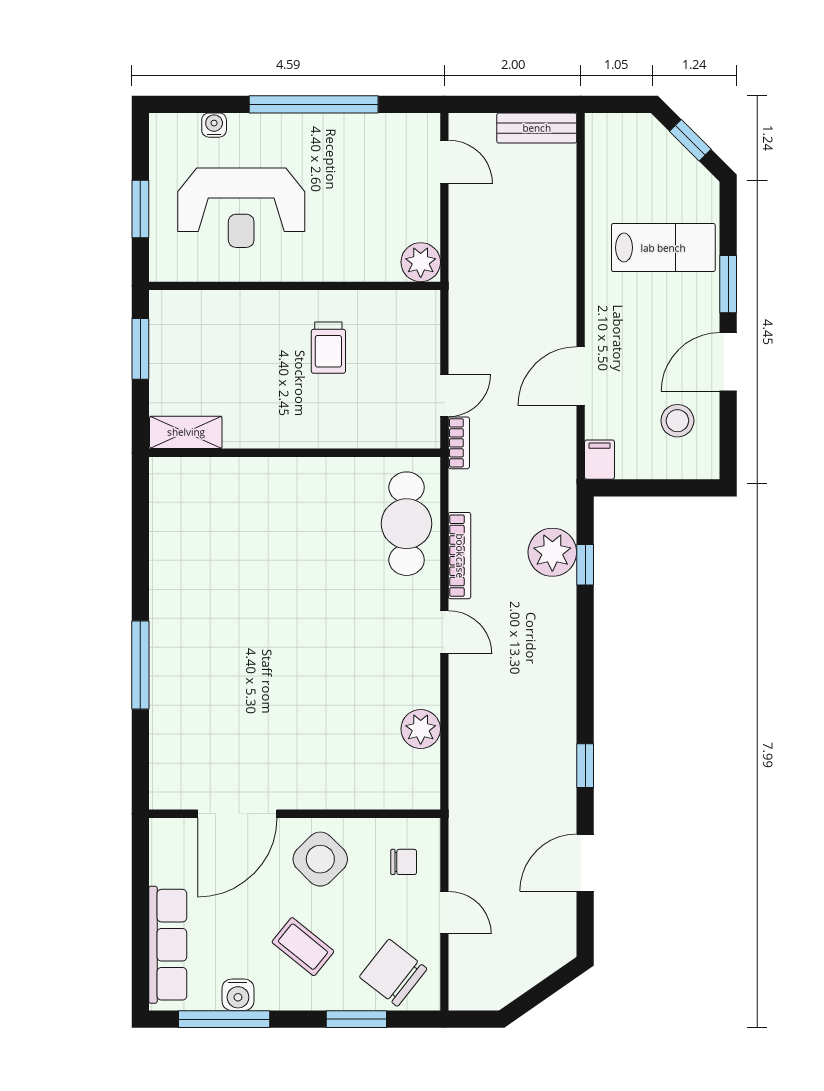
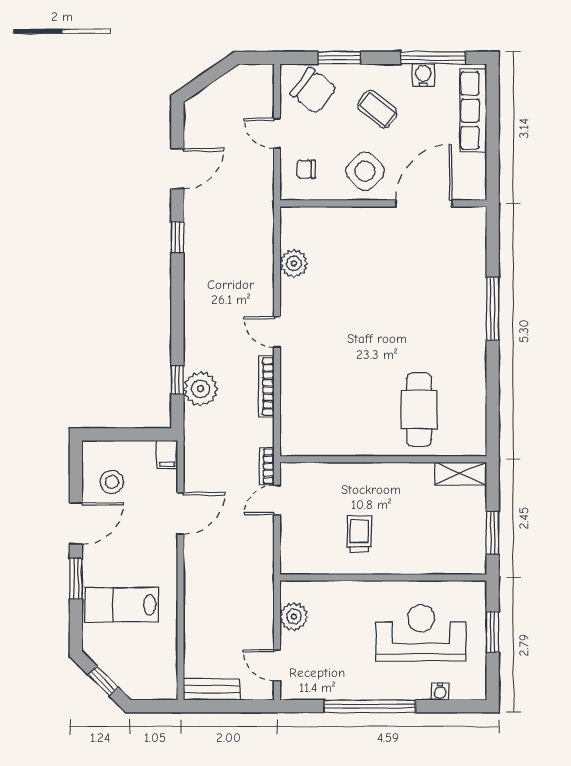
plant: (421, 262) -> (294, 617), moved
cafe table: (407, 524) -> (419, 410), moved

